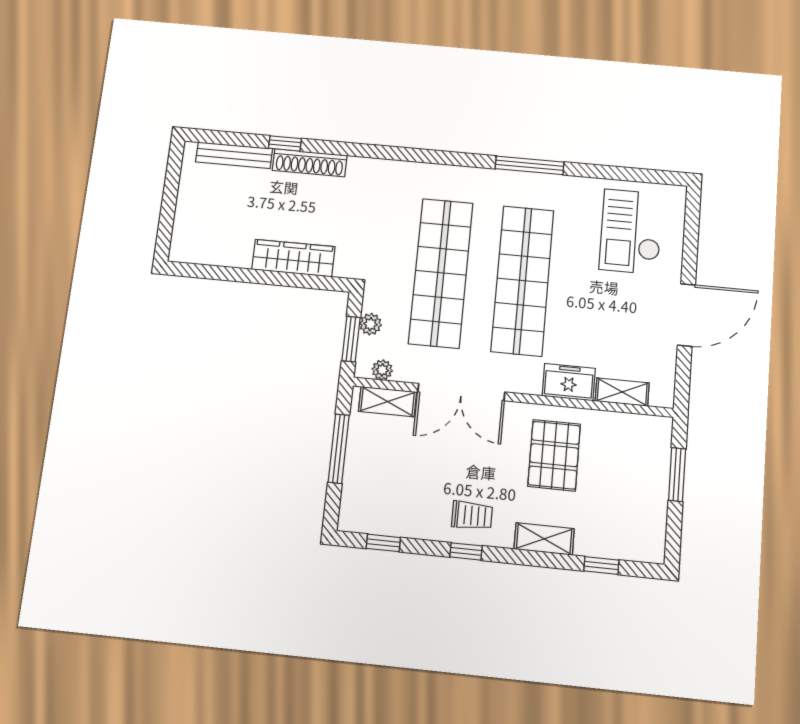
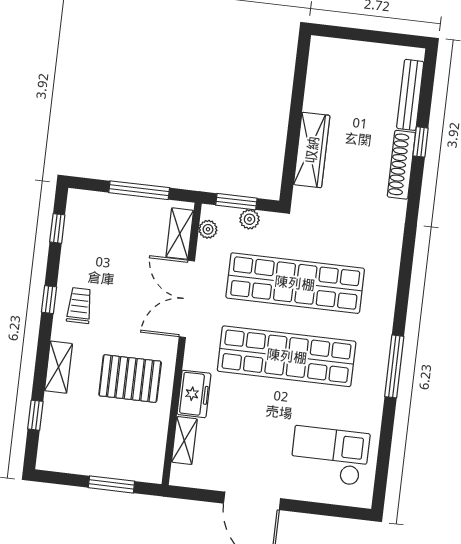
trolley: (472, 515) -> (79, 306), turned 180

